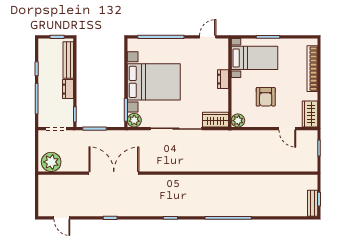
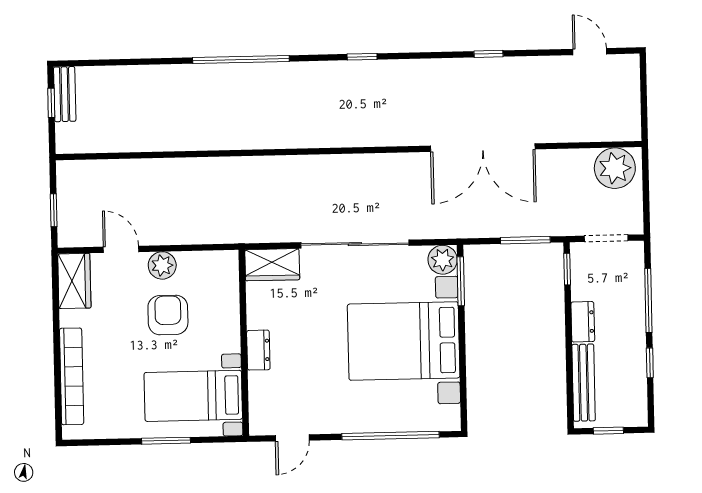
plant: (238, 121) -> (162, 265), moved

